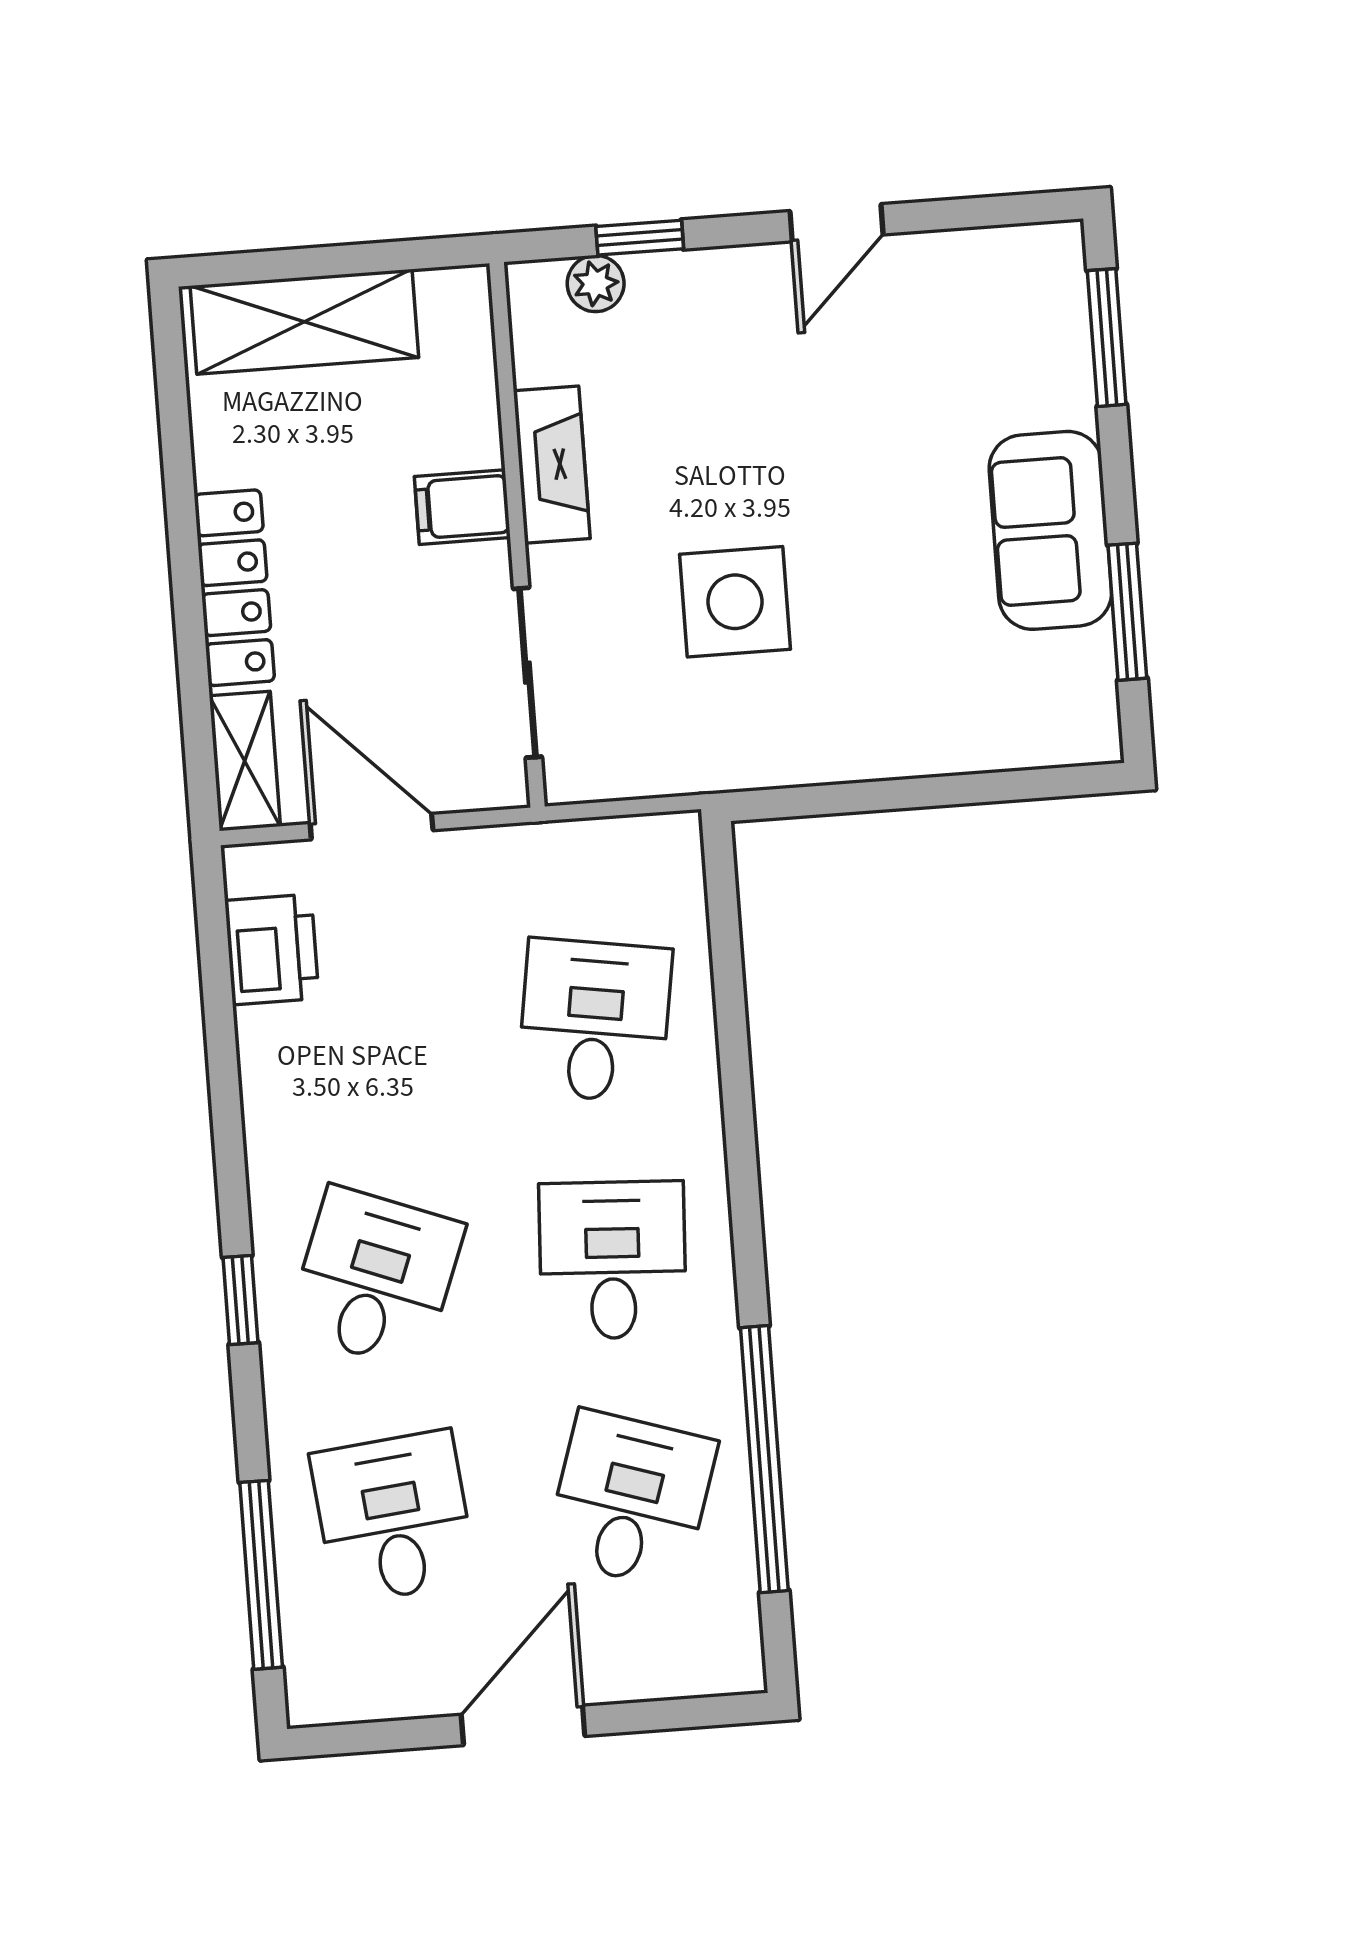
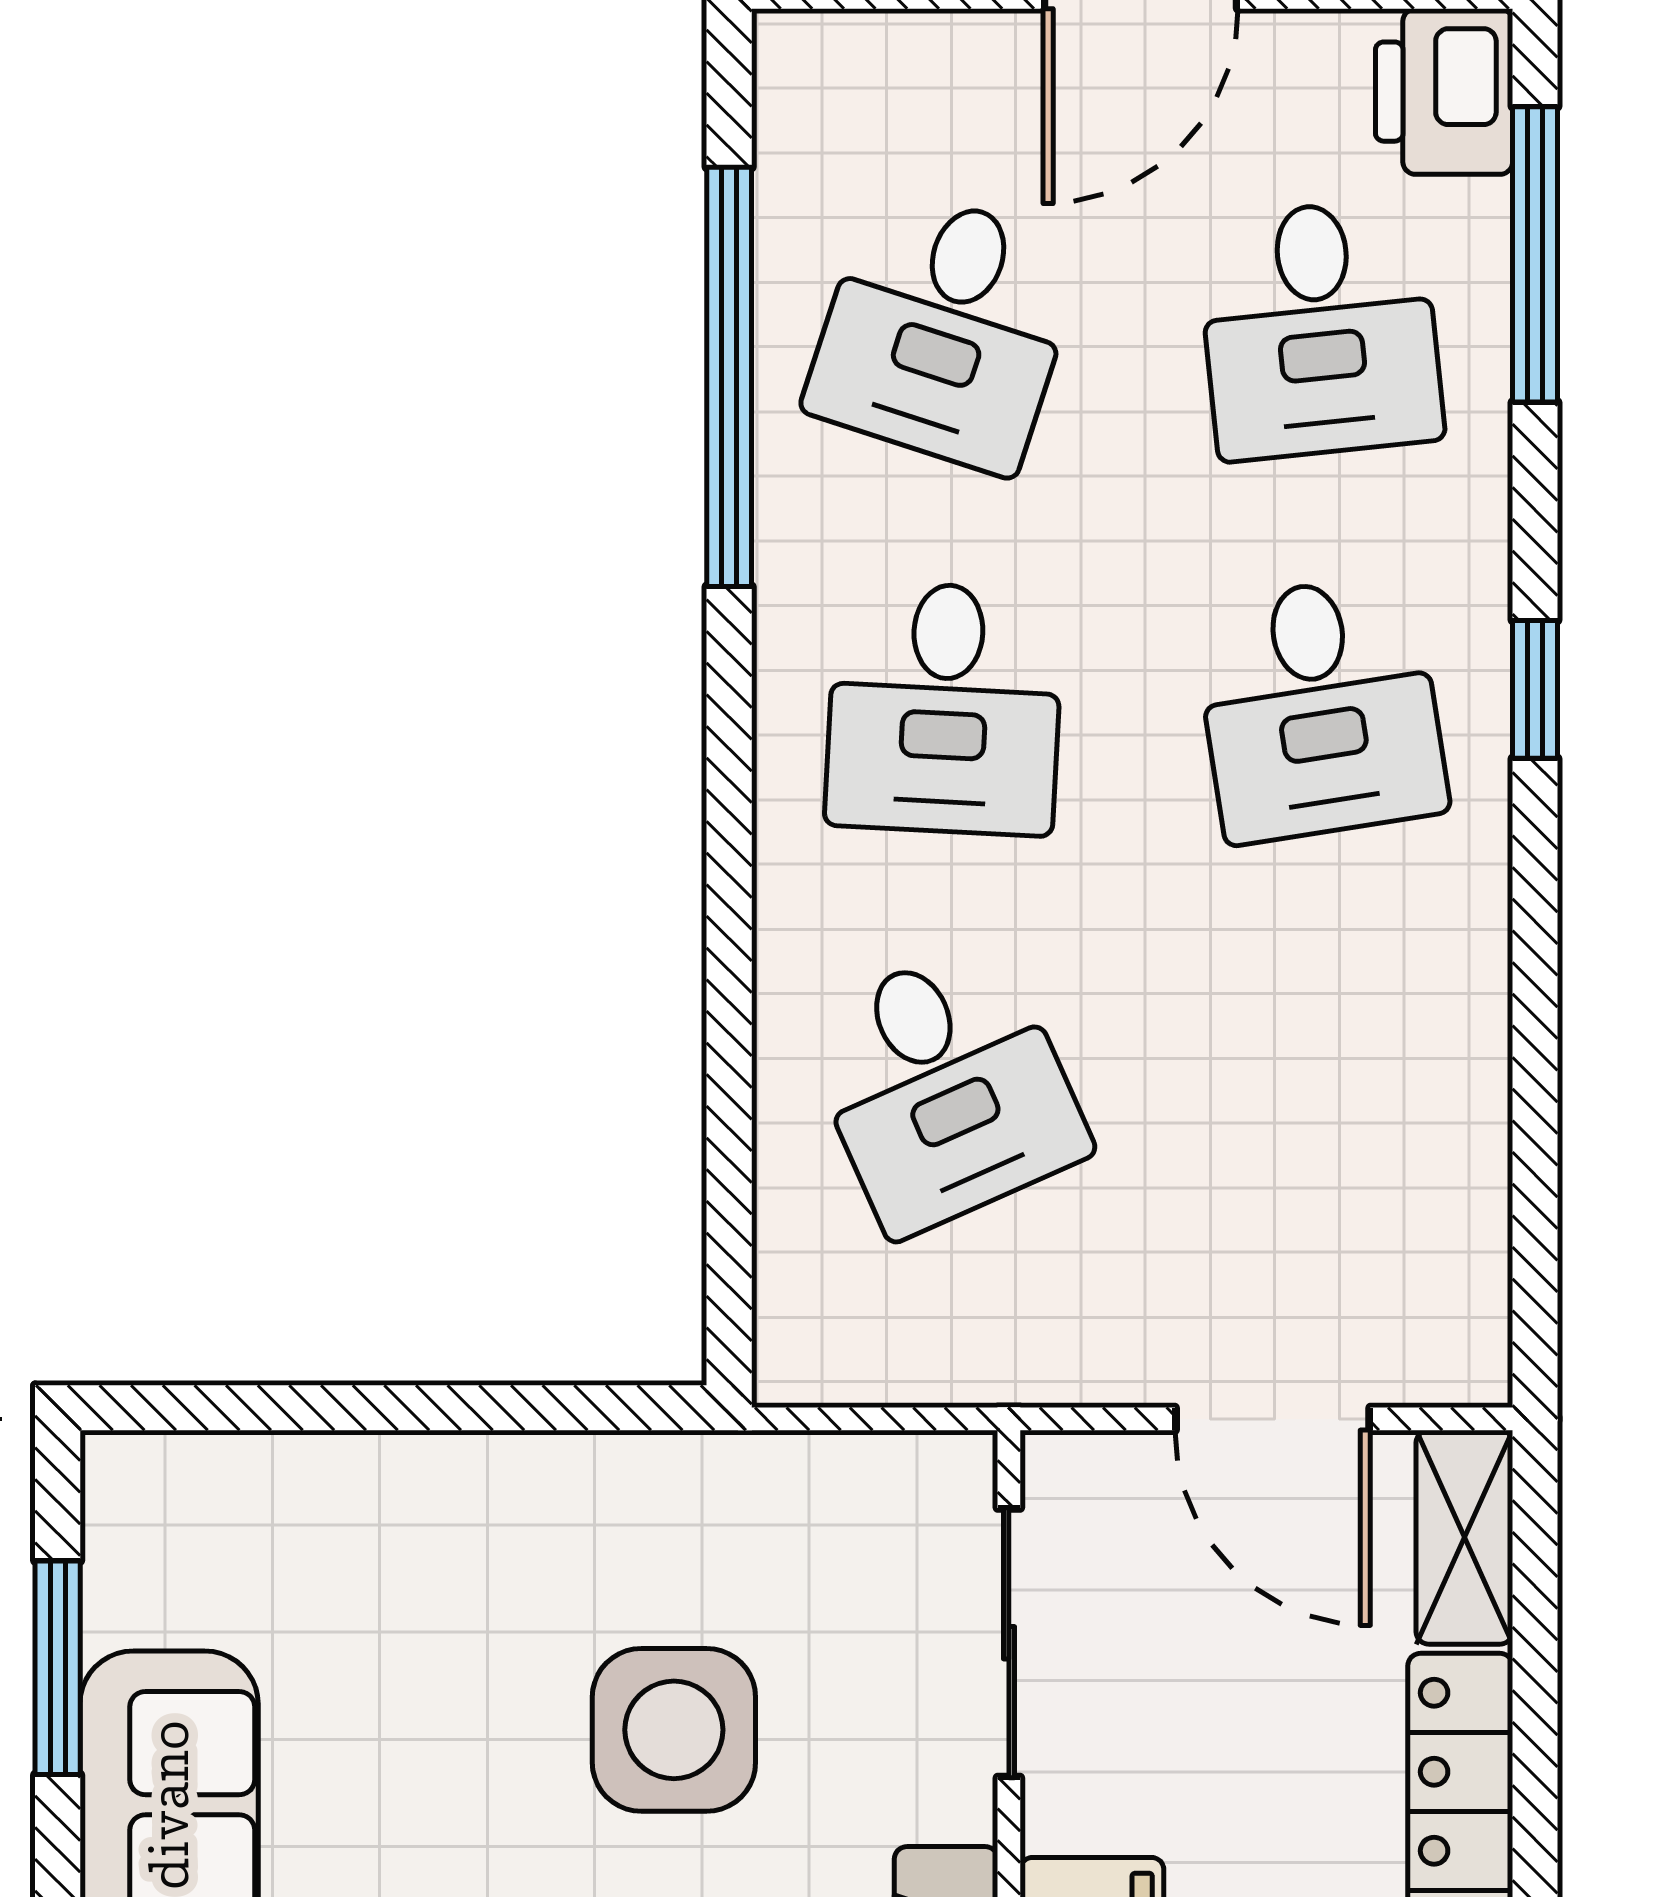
printer: (272, 949) -> (1444, 92), moved
desk: (595, 1021) -> (944, 1087), turned -33
desk: (376, 1278) -> (1320, 708), turned -30

